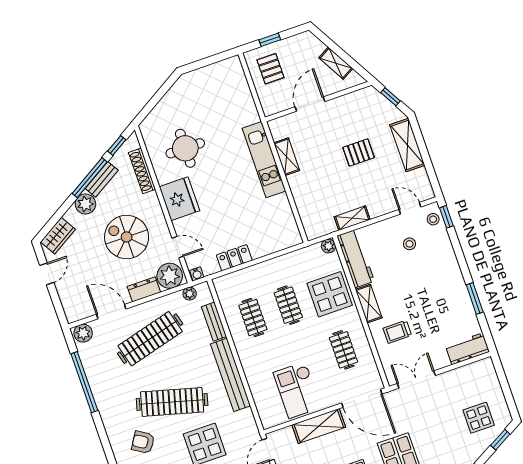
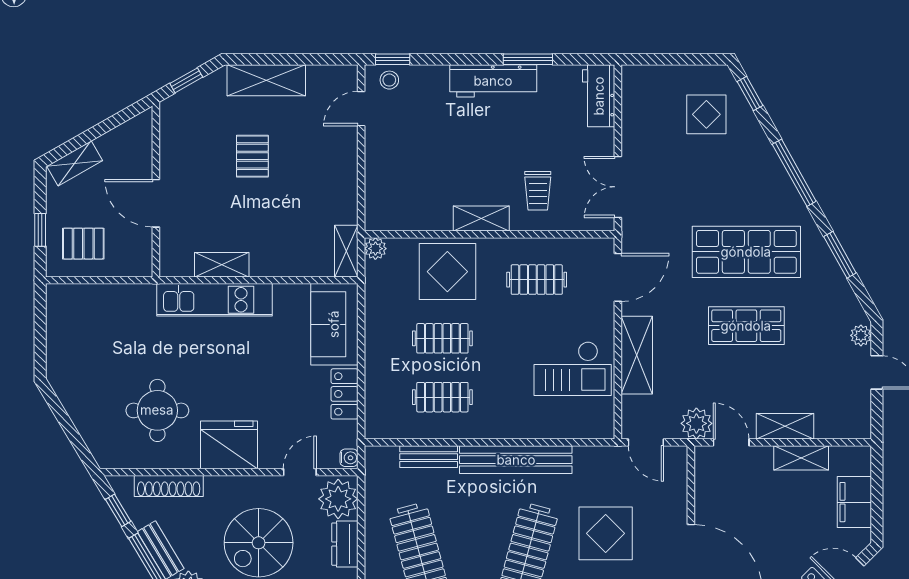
shelving: (336, 63) -> (75, 163), moved
shelving: (352, 218) -> (346, 251), moved
sofa: (274, 237) -> (334, 324), added
stool: (410, 244) -> (414, 128), removed
workbench: (356, 259) -> (493, 81), moved, turned 180
plant: (190, 294) -> (375, 479), removed
door: (362, 398) -> (618, 277), width x0.73

